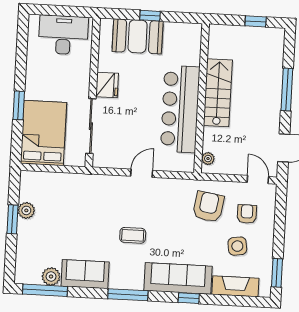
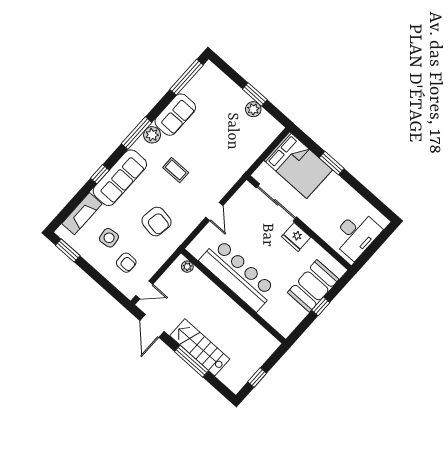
stairs: (218, 93) -> (200, 347), moved, turned 180
armchair: (208, 207) -> (156, 221), moved
coffee table: (133, 235) -> (176, 170), turned 90
plant: (51, 276) -> (152, 135), moved

